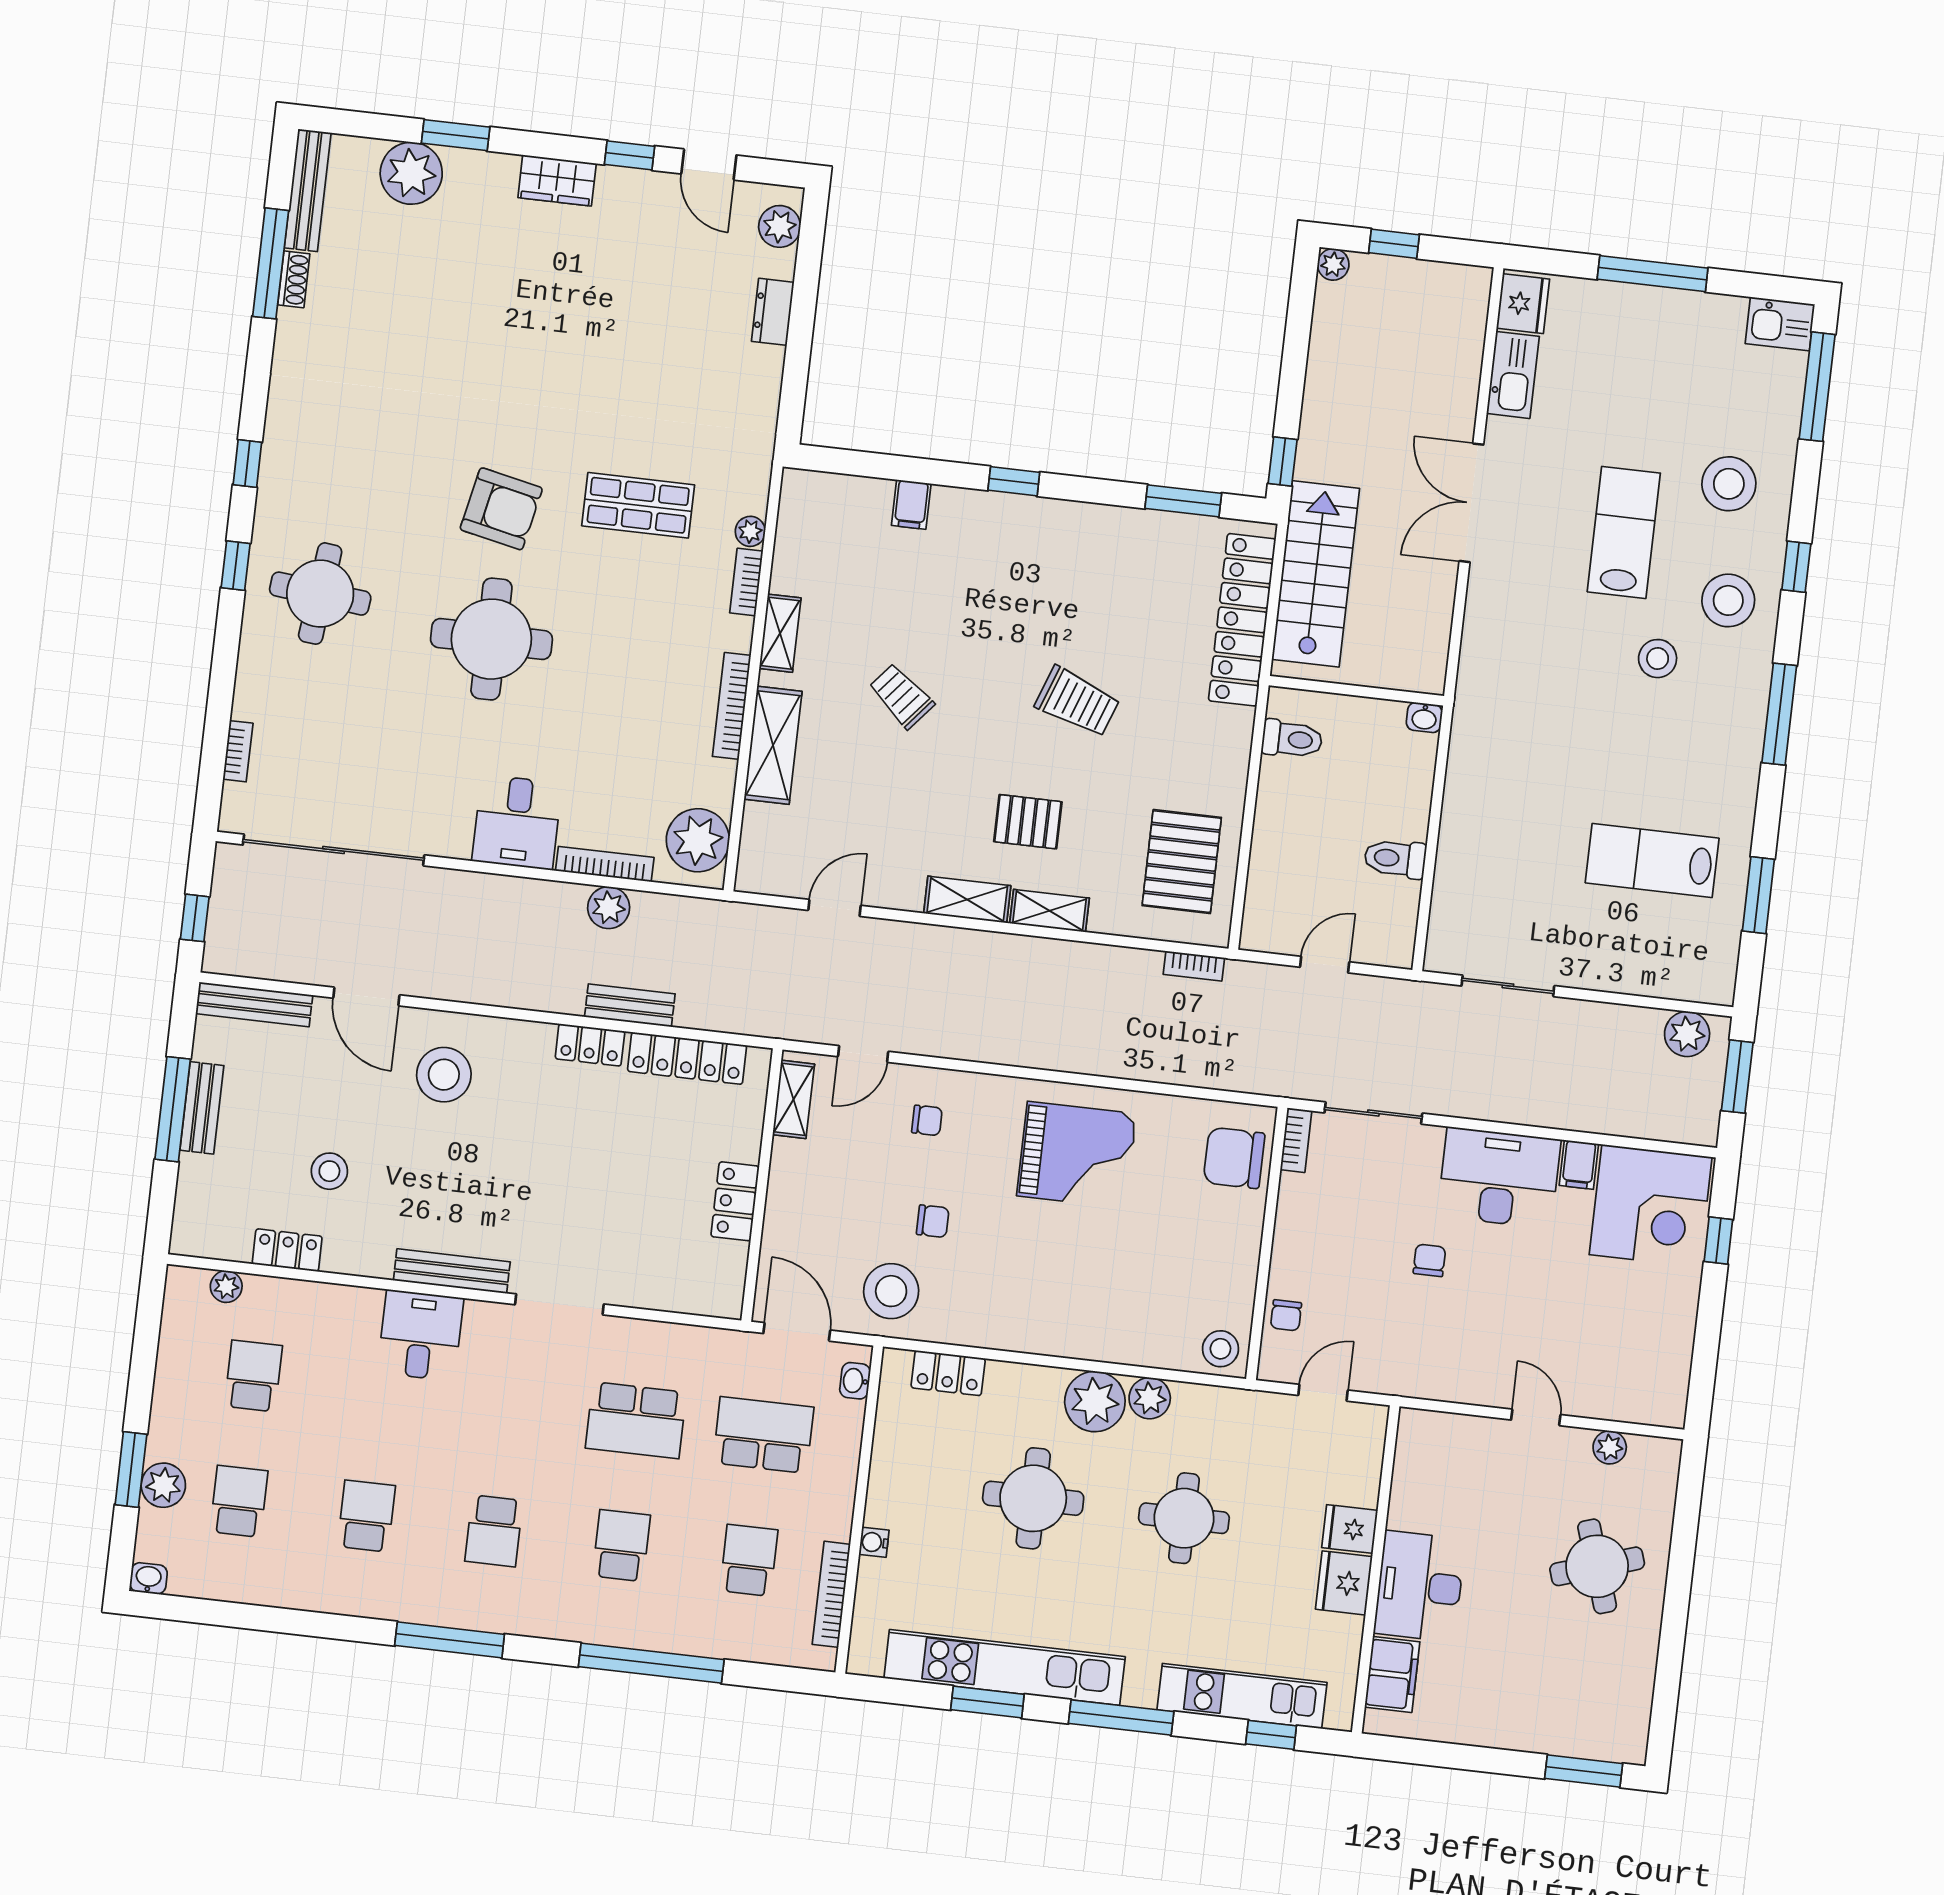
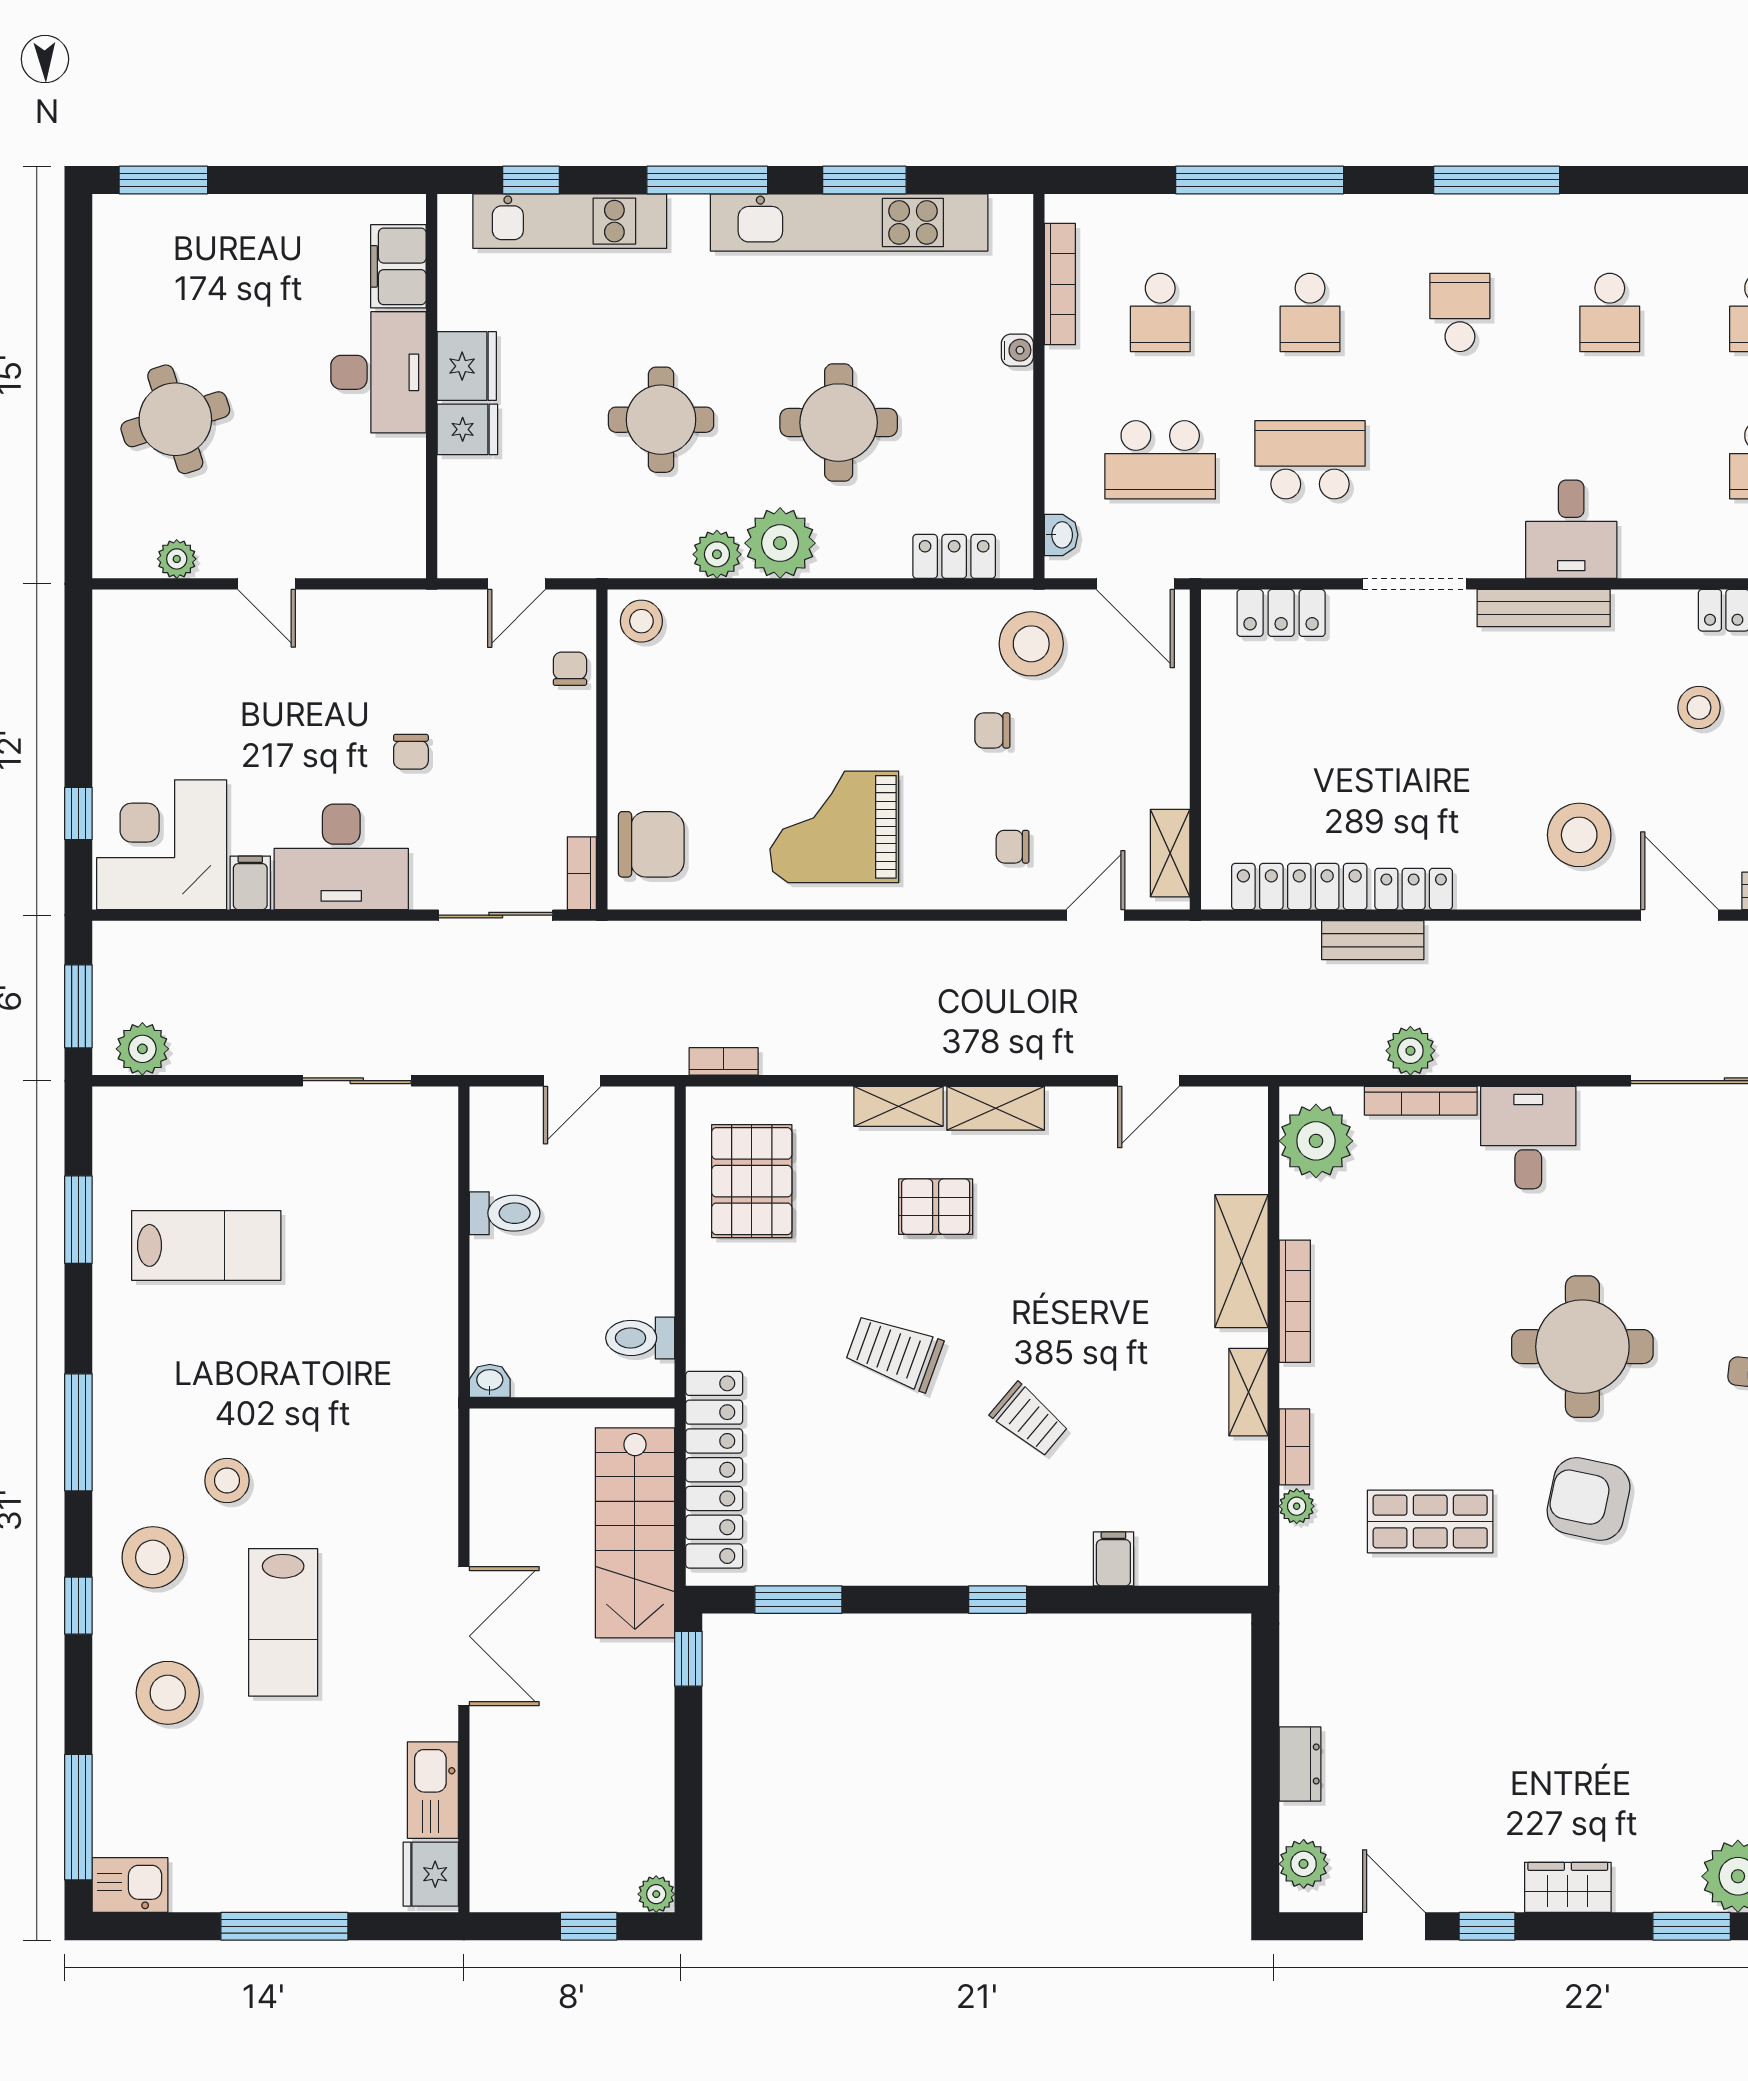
trolley: (901, 696) -> (1029, 1420), moved
locker: (735, 1201) -> (1281, 613), moved, turned 90

